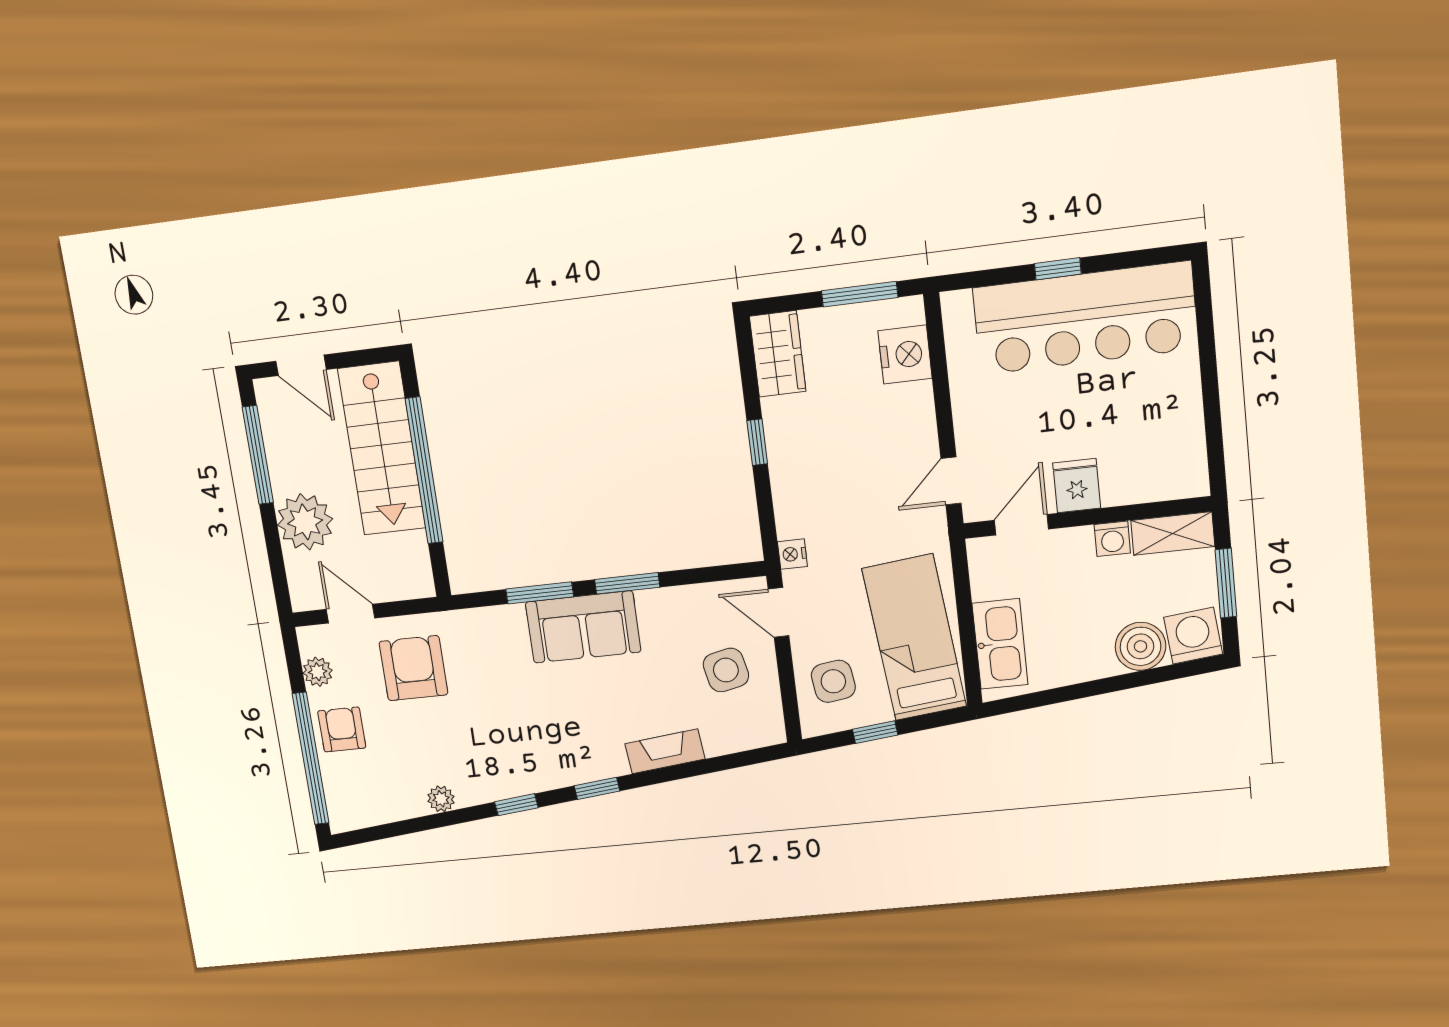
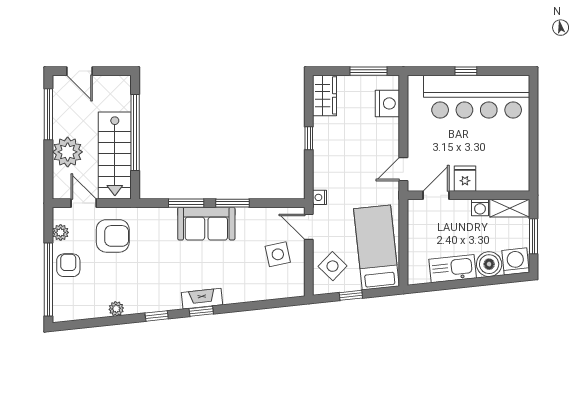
stairs: (382, 449) -> (115, 156), moved
kitchen sink: (1000, 644) -> (453, 269), moved, turned -96
armchair: (413, 668) -> (113, 236), turned 90
side table: (833, 681) -> (333, 266), turned -38
fireplace: (665, 751) -> (202, 299), moved

